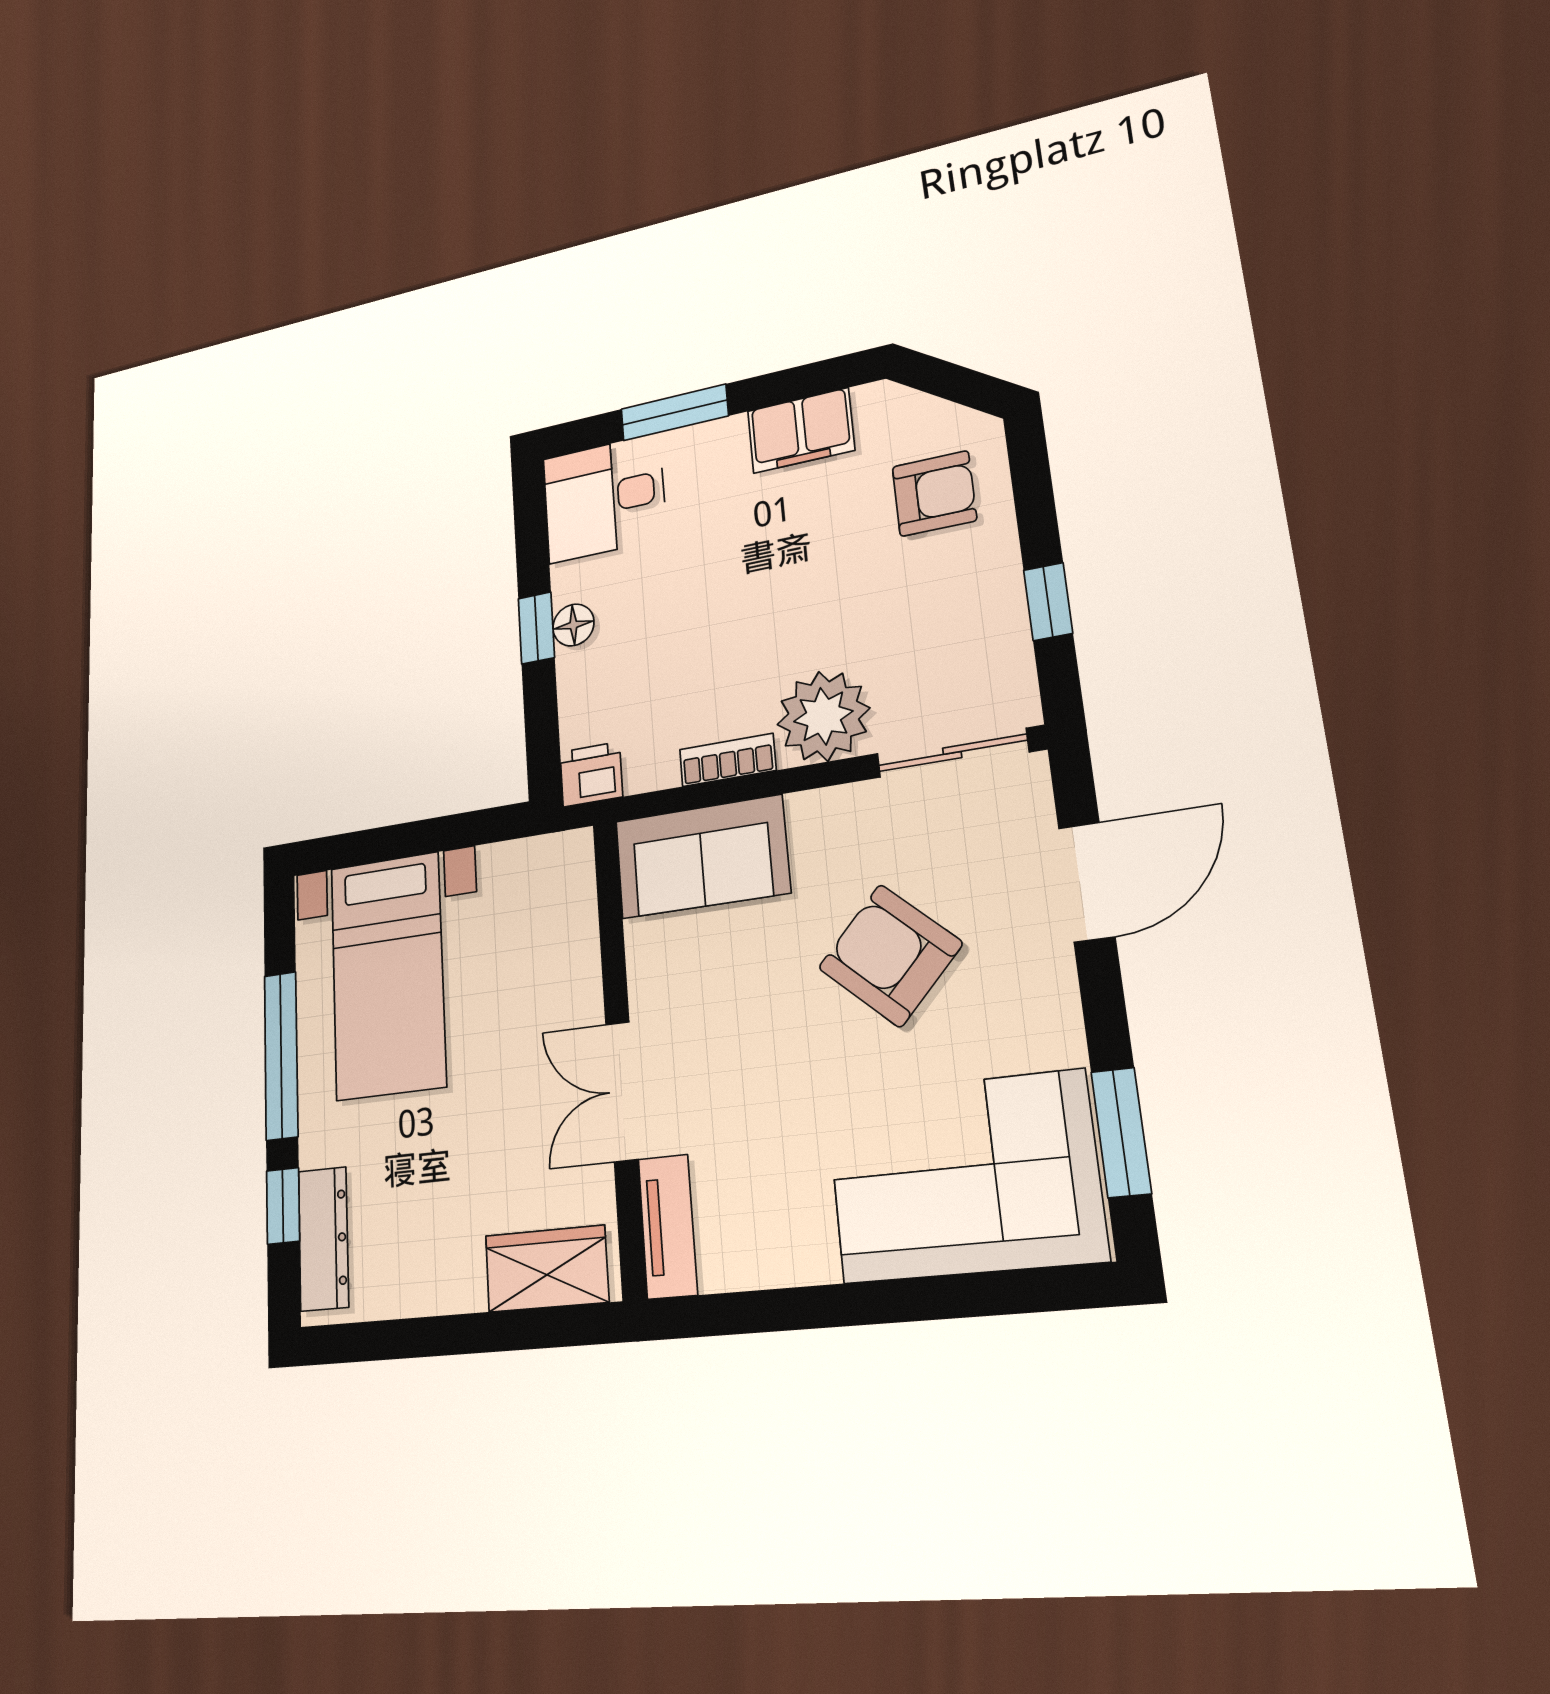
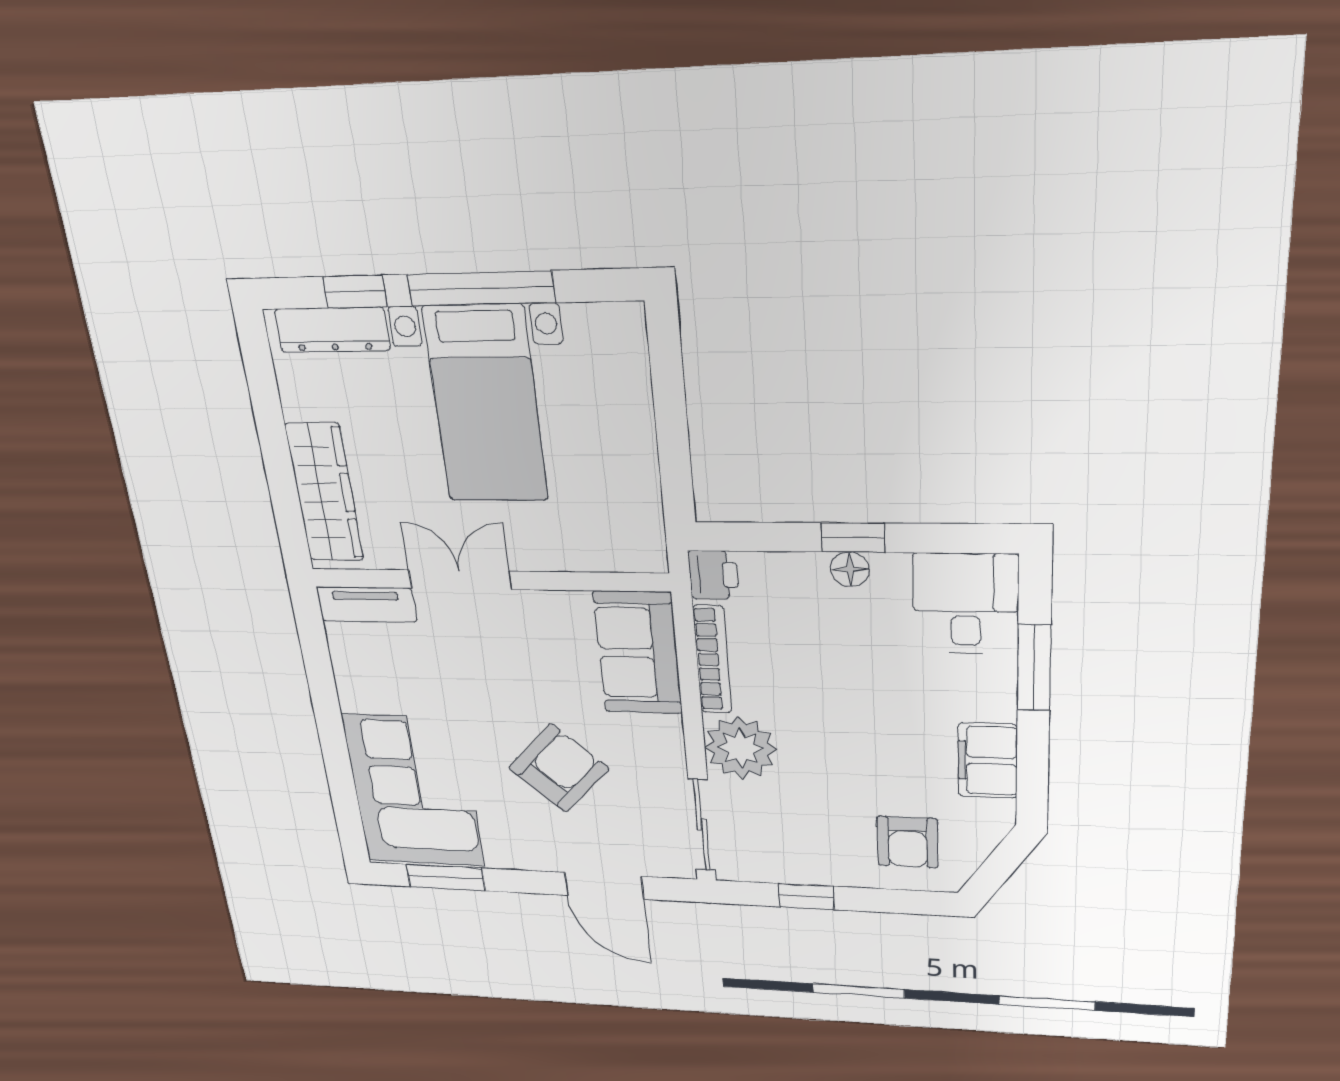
bookcase: (728, 760) -> (712, 660), width x1.56
bed with nightstands: (388, 975) -> (486, 405), moved, turned -90
wardrobe: (547, 1269) -> (324, 493), width x1.50

